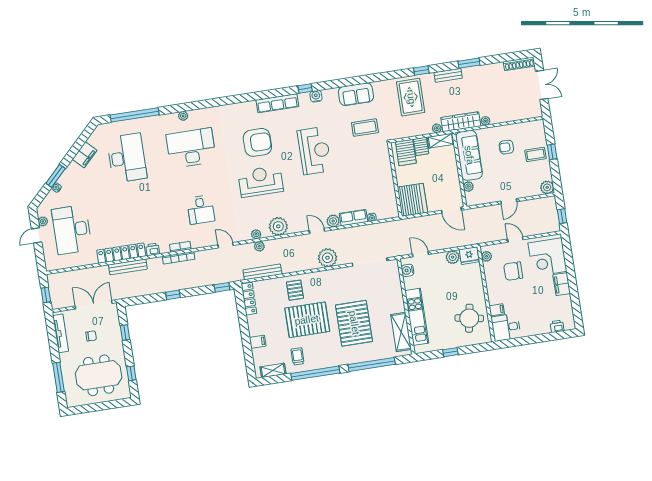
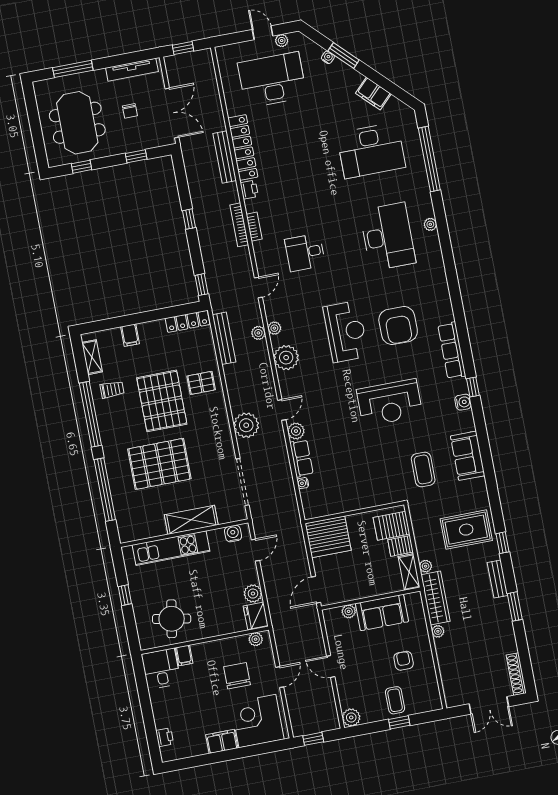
sofa: (469, 155) -> (382, 613), width x0.73
shelving: (401, 332) -> (191, 520), moved

